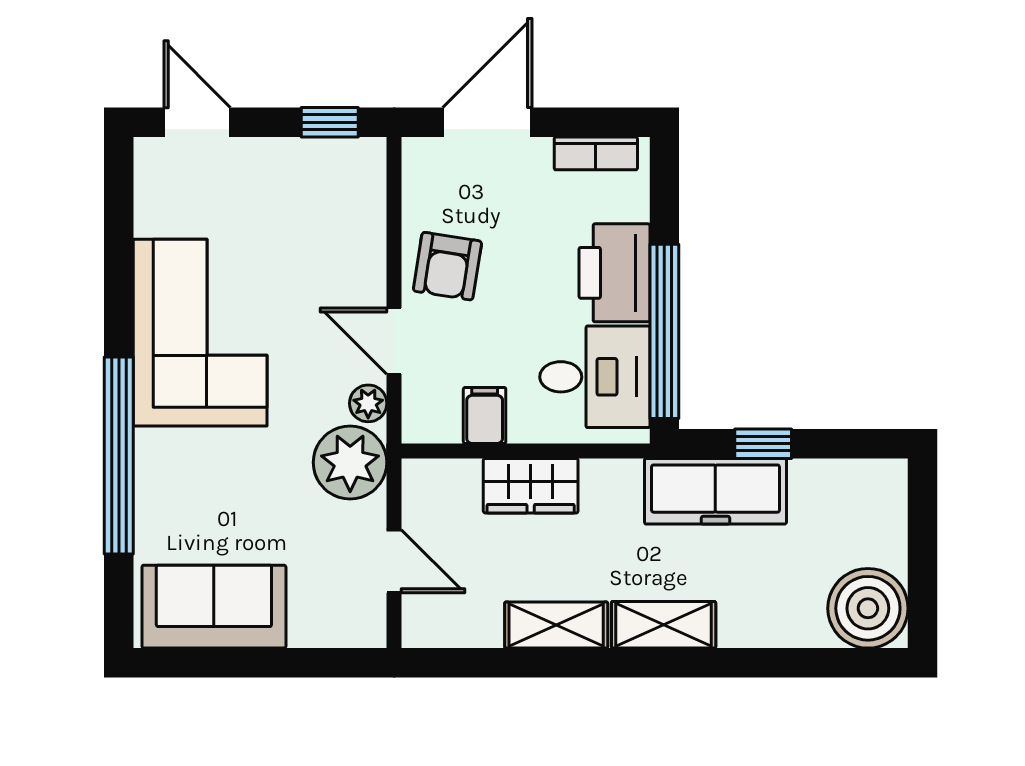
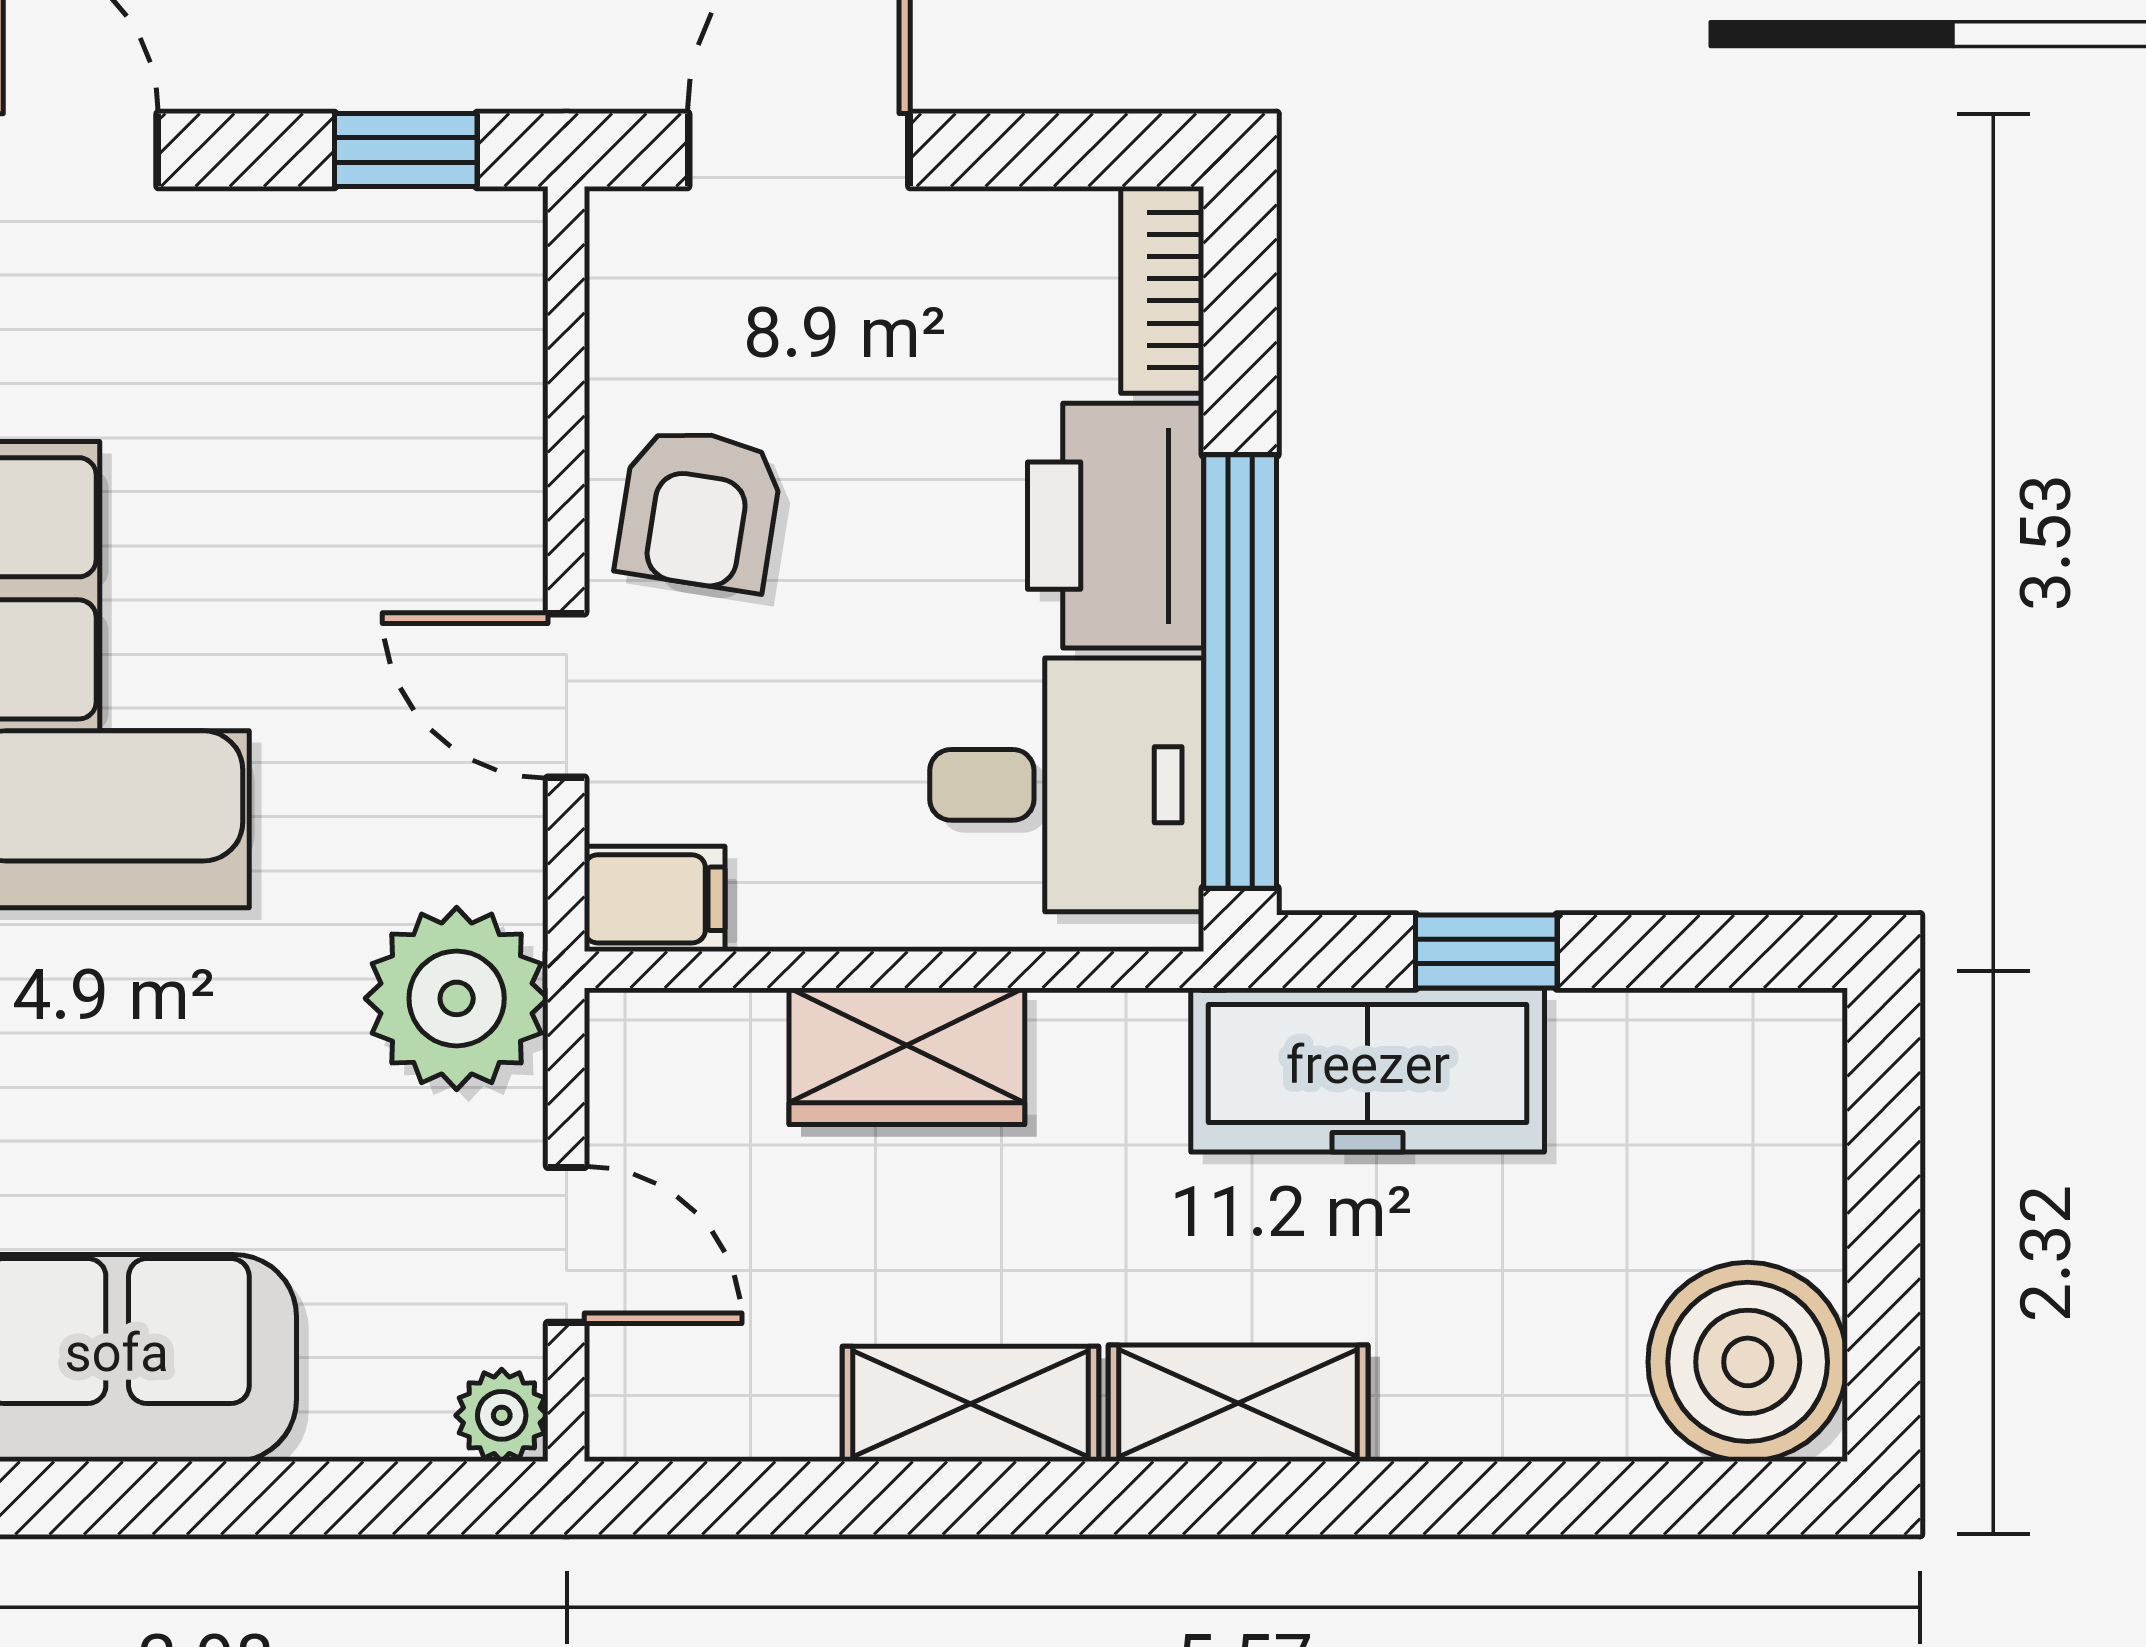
bookcase: (596, 153) -> (1162, 290), moved, turned 90
plant: (368, 403) -> (502, 1415), moved
filing cabinet: (485, 415) -> (655, 899), moved, turned 90

